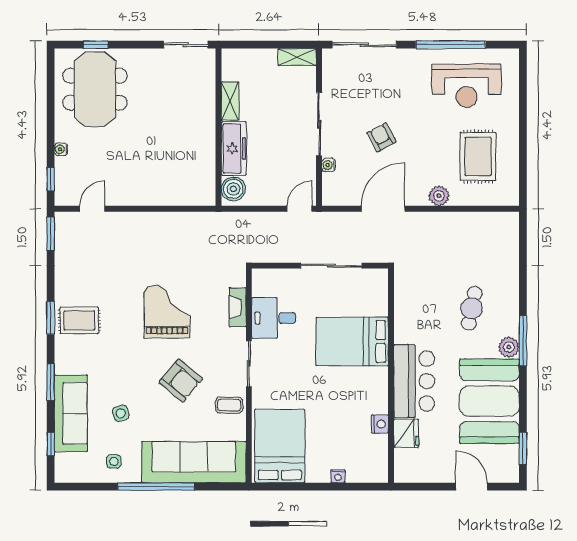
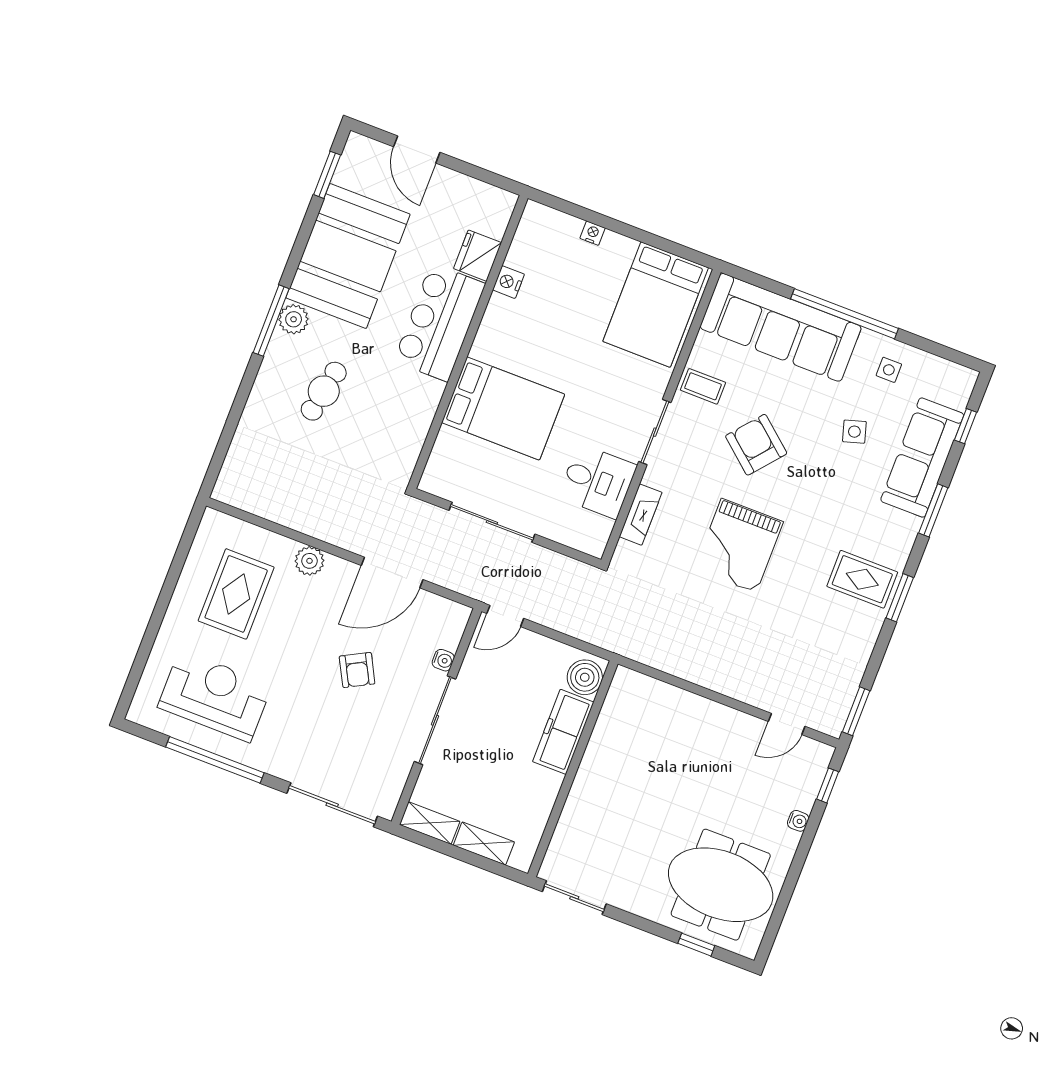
meeting table: (95, 89) -> (721, 885), turned 90
shelving: (230, 101) -> (484, 844), moved, turned 90

